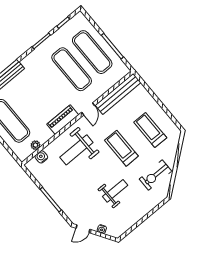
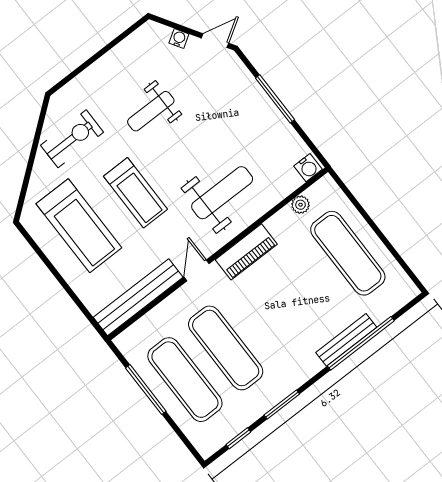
treadmill: (150, 130) -> (79, 226), width x1.37, depth x1.38
water cooler: (41, 157) -> (308, 168), moved

